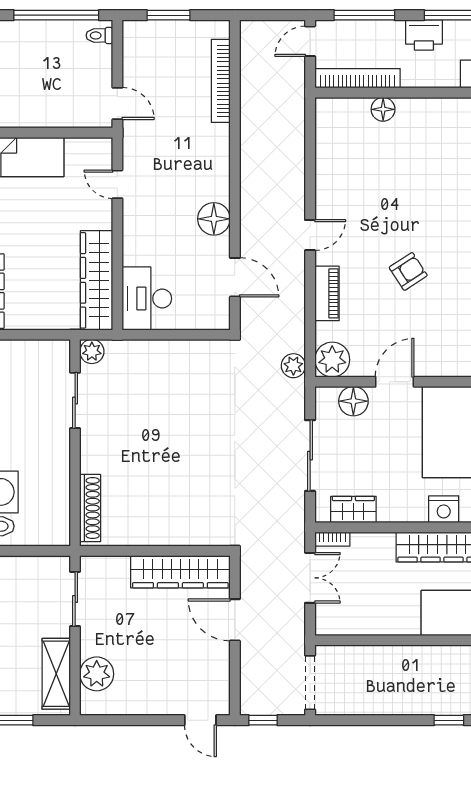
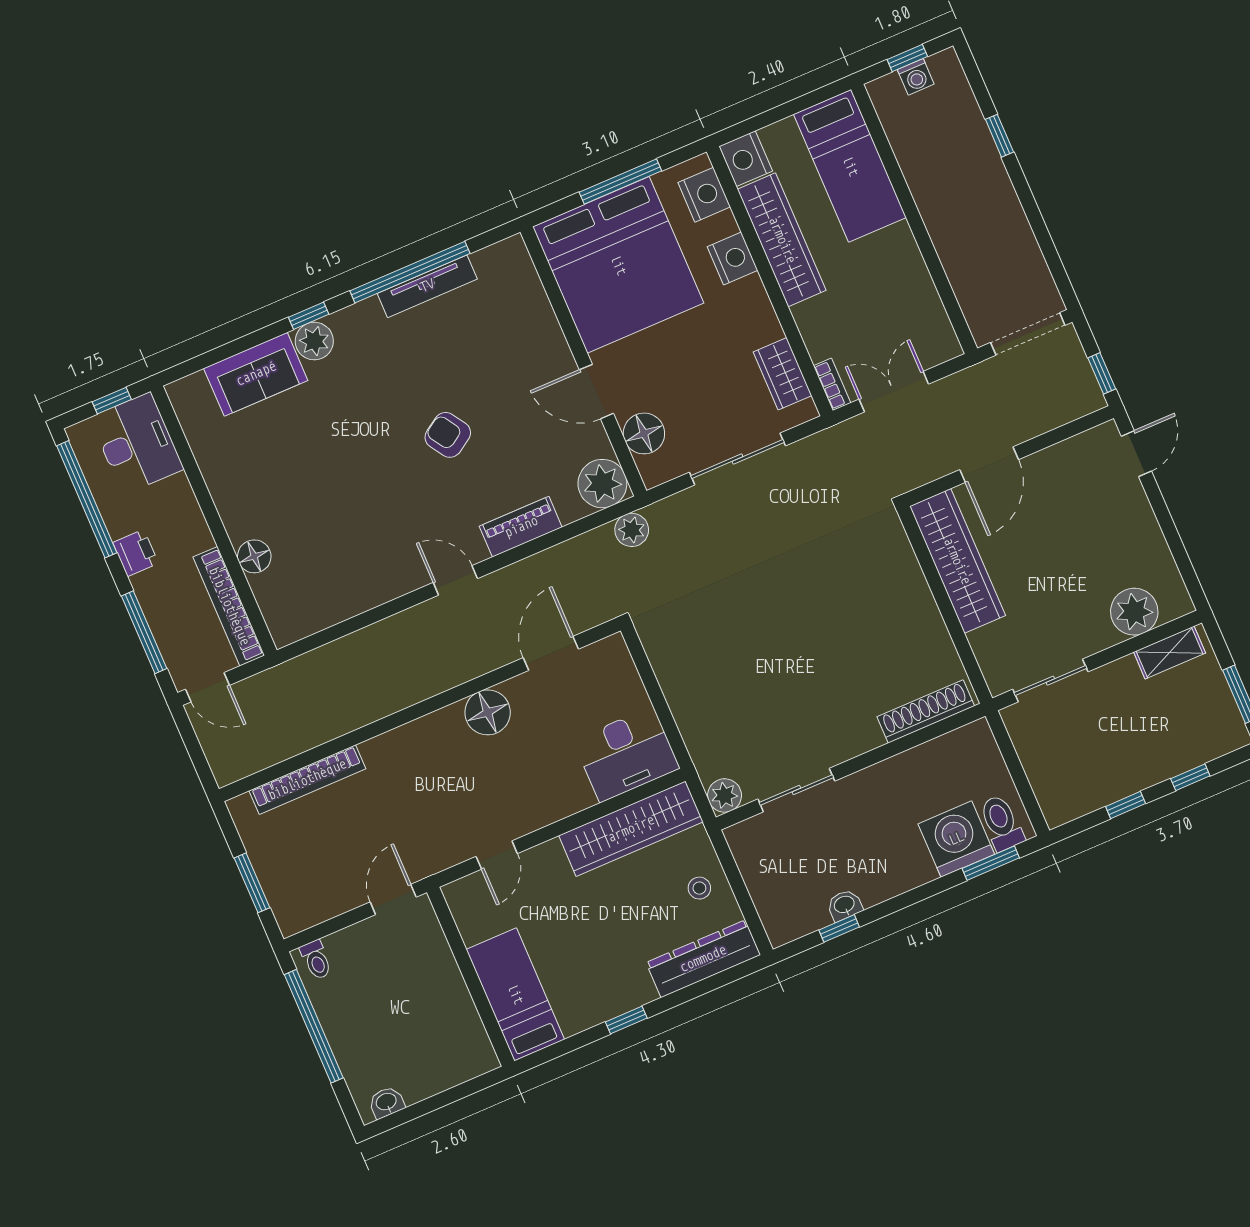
printer: (424, 35) -> (136, 553), width x0.73, depth x0.81
stool: (38, 309) -> (699, 888), added
shelving: (56, 674) -> (1170, 653), width x0.67, depth x0.75

